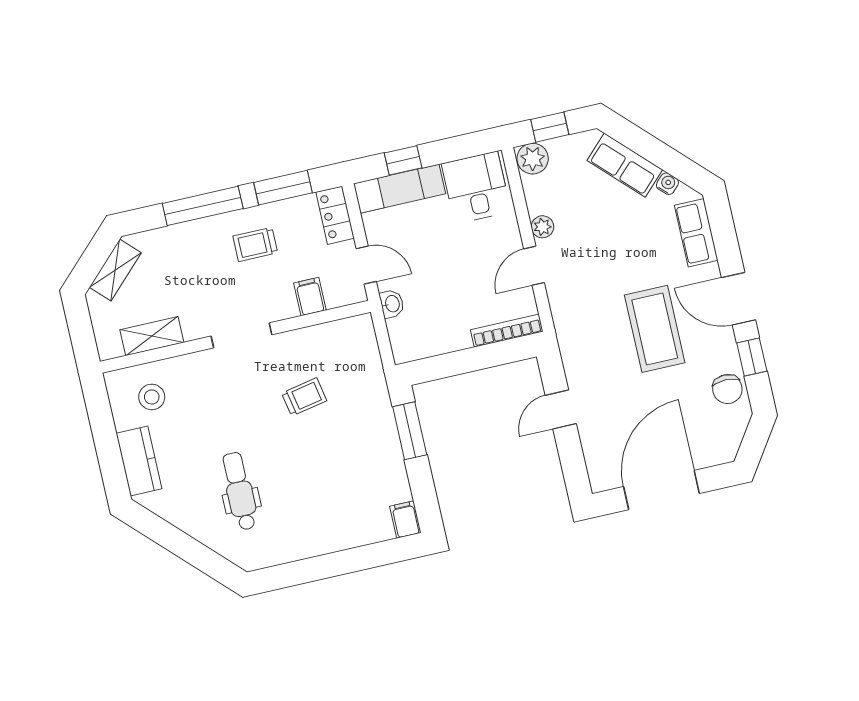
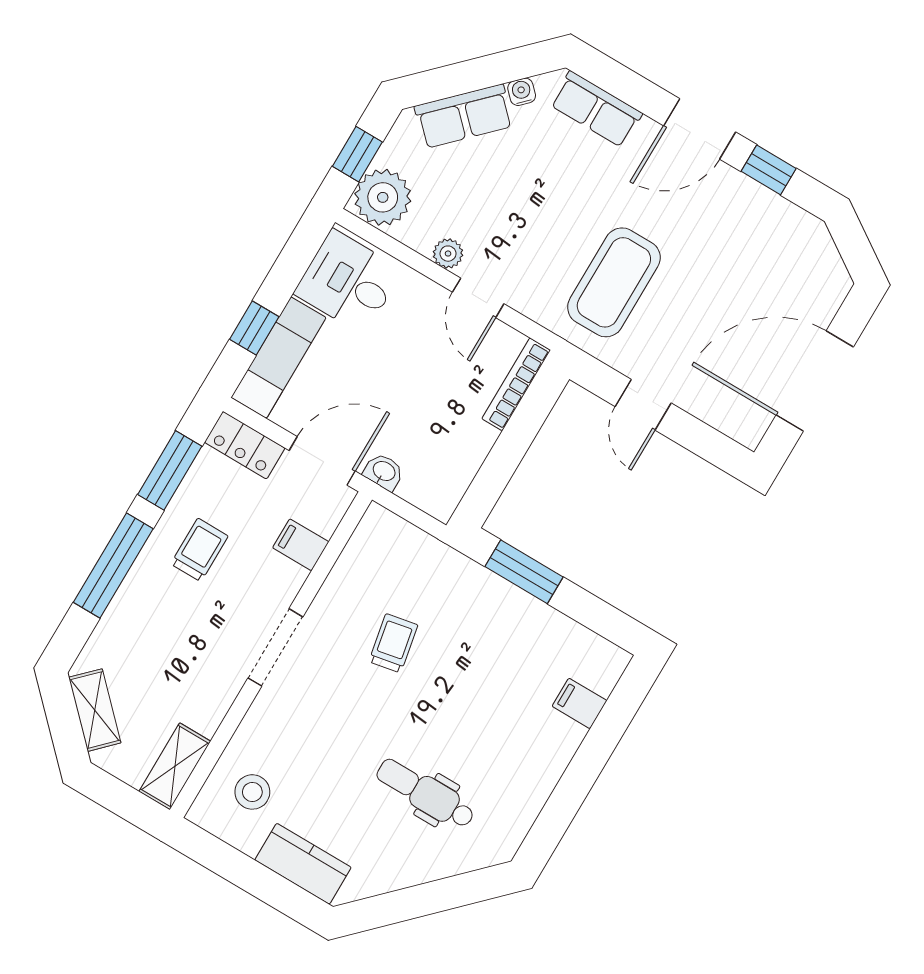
plant: (533, 159) -> (383, 197), width x1.36, depth x1.36
trolley: (255, 244) -> (199, 550), turned 180
door: (366, 265) -> (322, 461), width x1.38
coffee table: (655, 329) -> (614, 282), moved, turned 90
shelving: (152, 336) -> (175, 766), moved
chair: (727, 389) -> (777, 223), removed
door: (661, 490) -> (815, 381), hinge flipped
filing cabinet: (405, 519) -> (580, 703), moved

